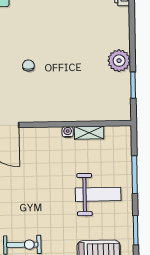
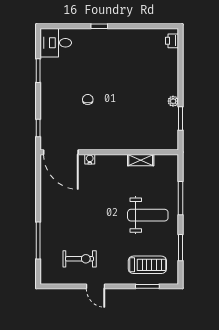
plant: (119, 61) -> (173, 101), width x0.53, depth x0.53
water cooler: (68, 132) -> (90, 159), moved

